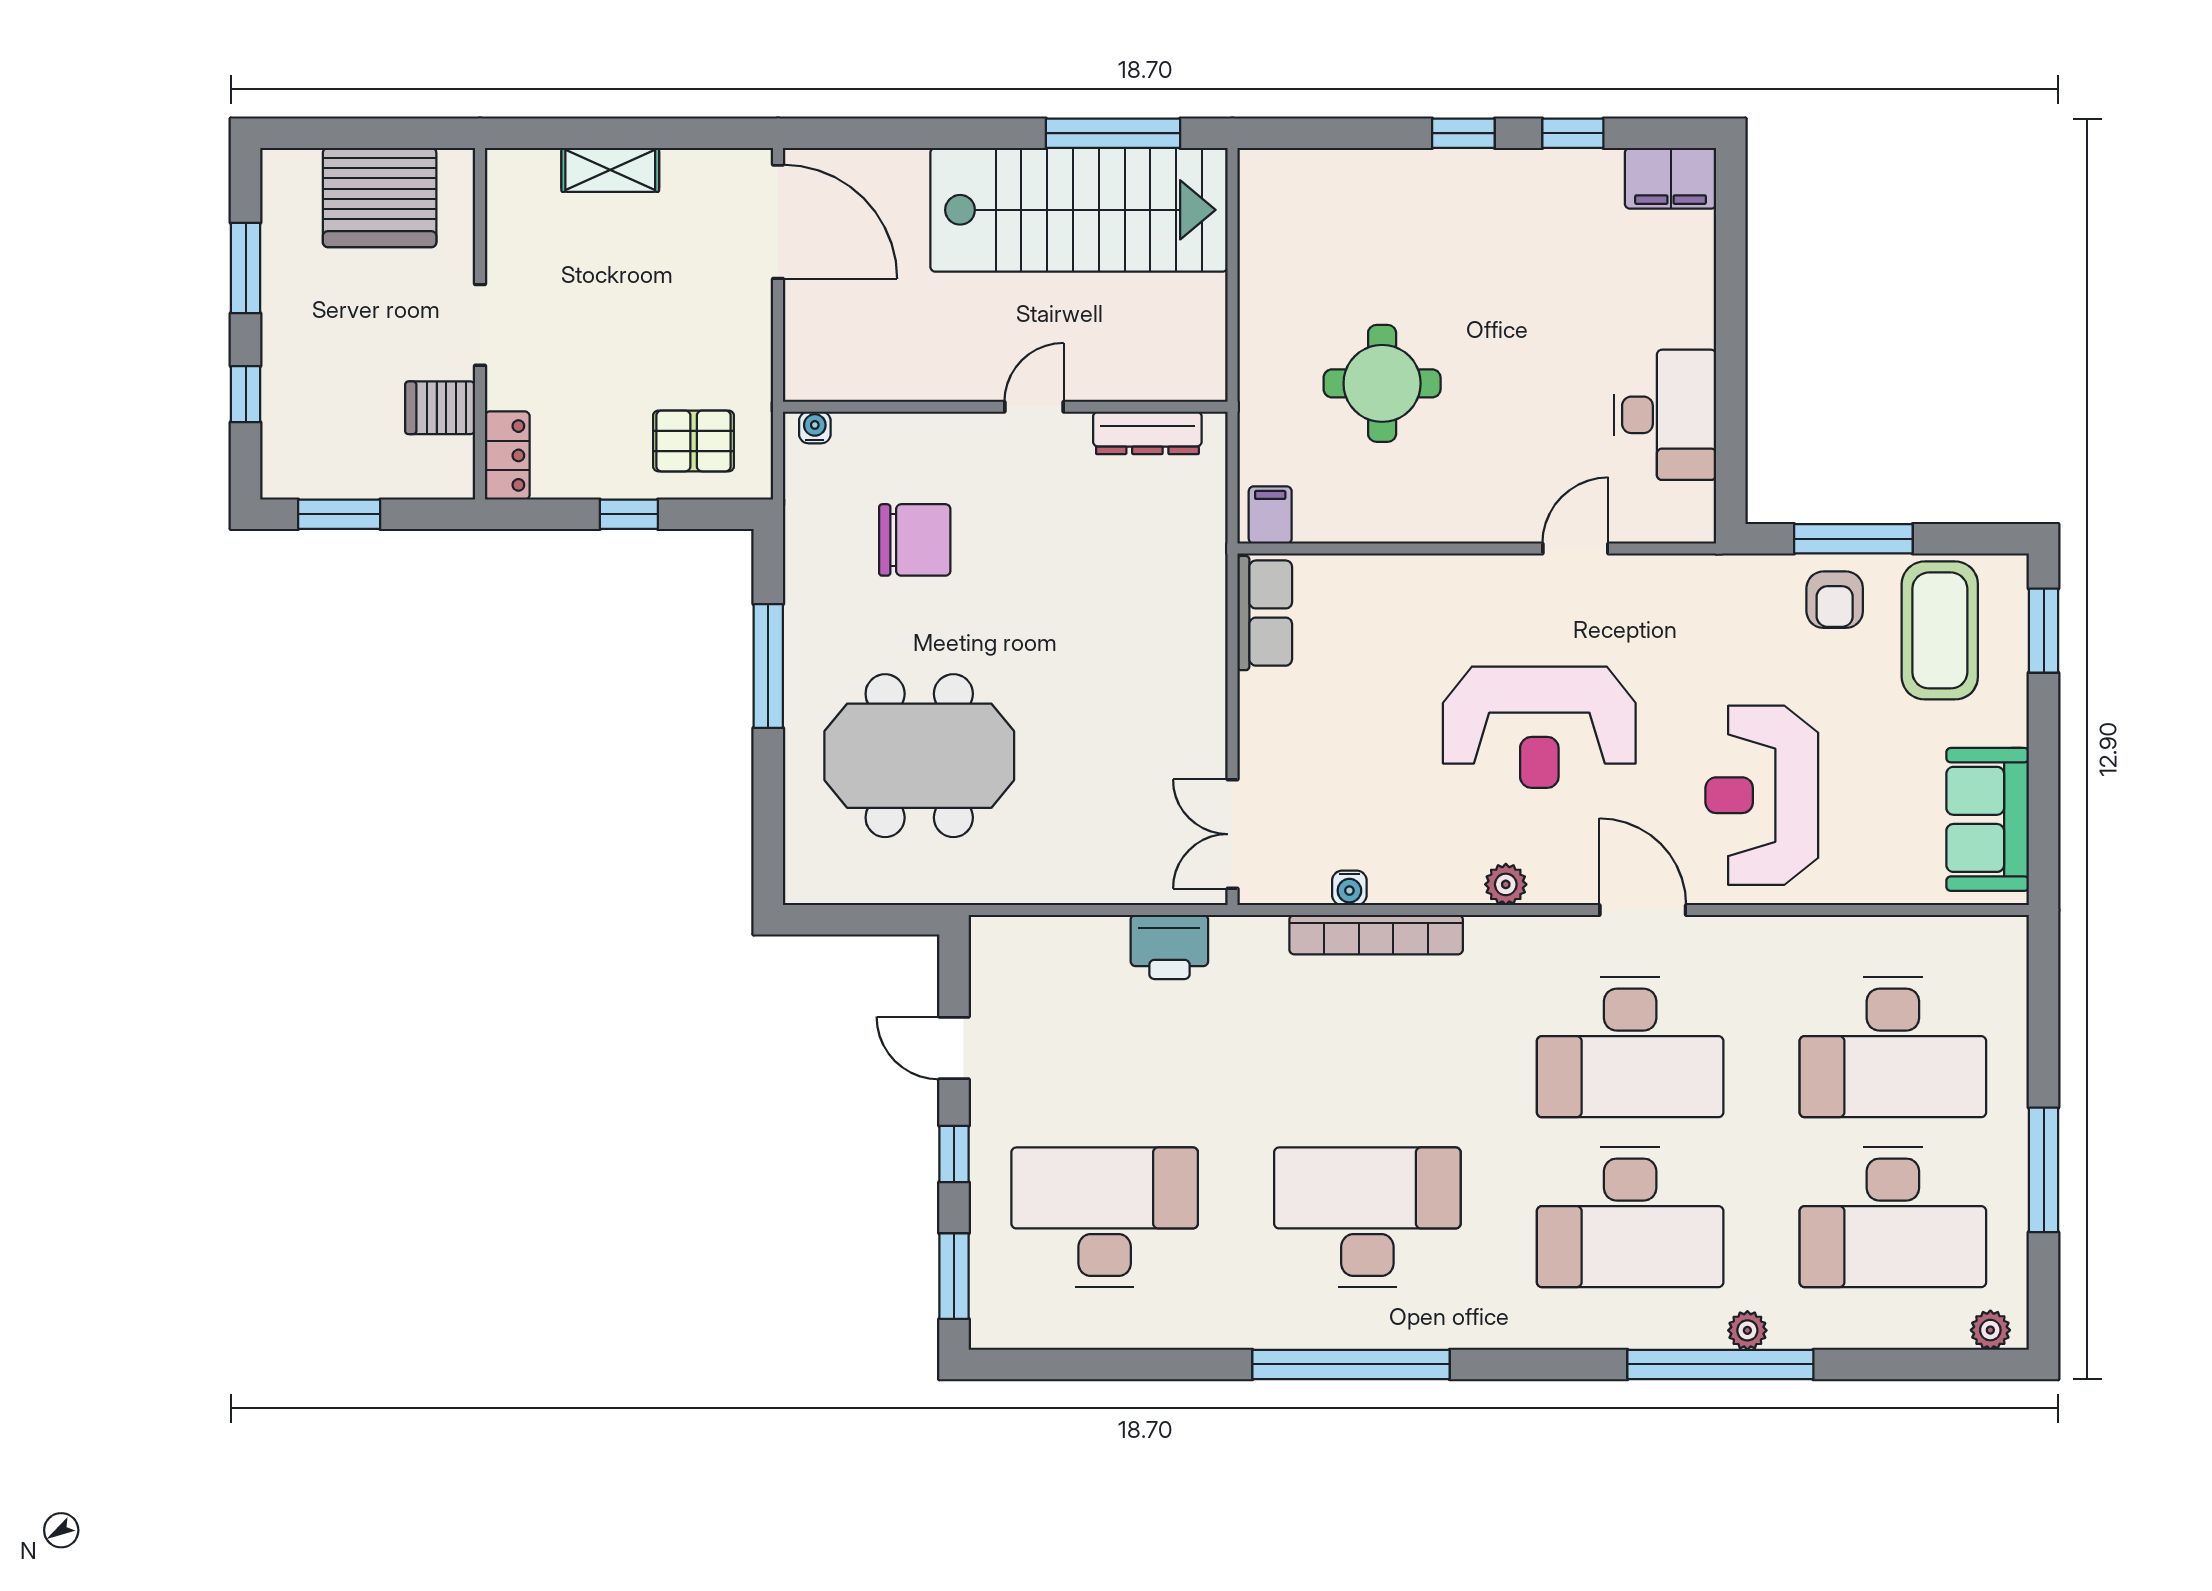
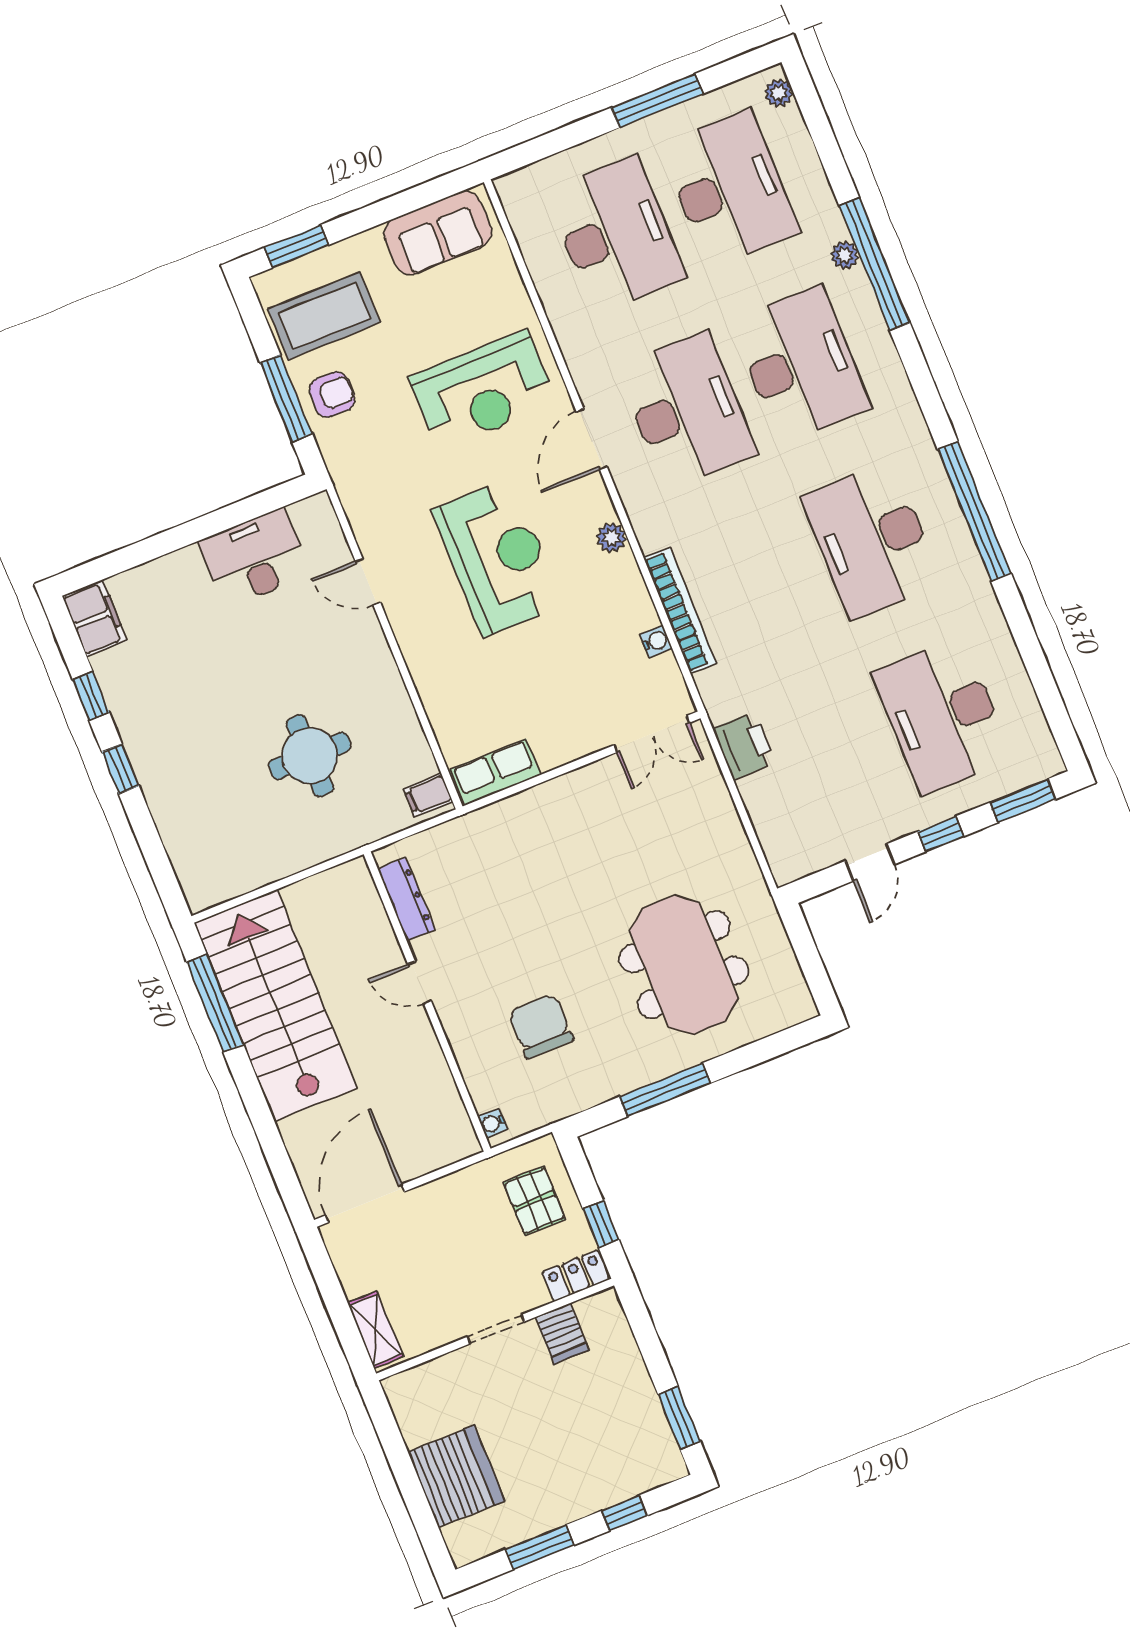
wall: (480, 324) -> (495, 1330), moved
doorway: (480, 325) -> (496, 1329), moved
server rack: (440, 408) -> (562, 1333), moved
locker: (507, 455) -> (576, 1276), moved

